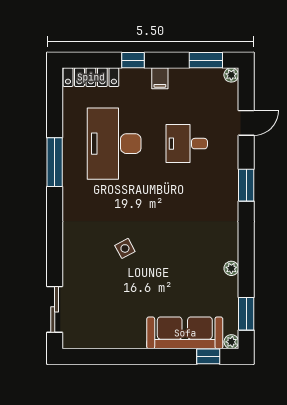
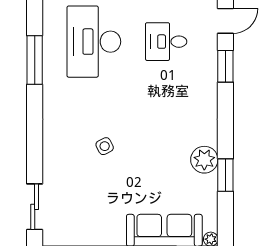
window: (246, 185) -> (225, 66), moved
plant: (231, 268) -> (204, 160), width x1.88, depth x1.88
window: (246, 314) -> (225, 175), moved

